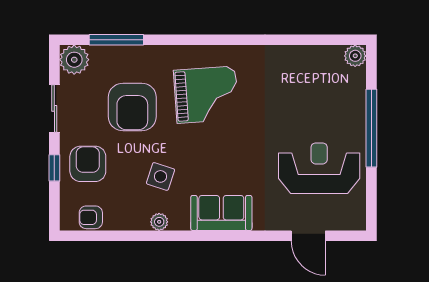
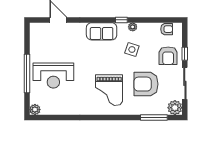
grand piano: (206, 95) -> (109, 90), turned -86
armchair: (132, 107) -> (146, 84), turned -90
sliding door: (54, 108) -> (185, 83), width x1.37
reception desk: (319, 168) -> (53, 76), moved
window: (182, 236) -> (121, 20), added

